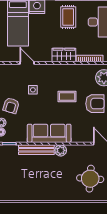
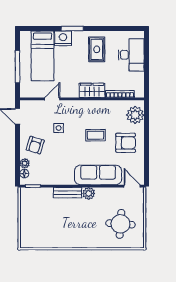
door: (27, 63) -> (52, 99), hinge flipped
sofa: (49, 133) -> (98, 175), moved
bench: (36, 150) -> (68, 193), width x0.73

